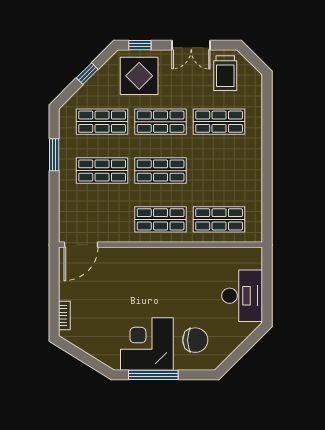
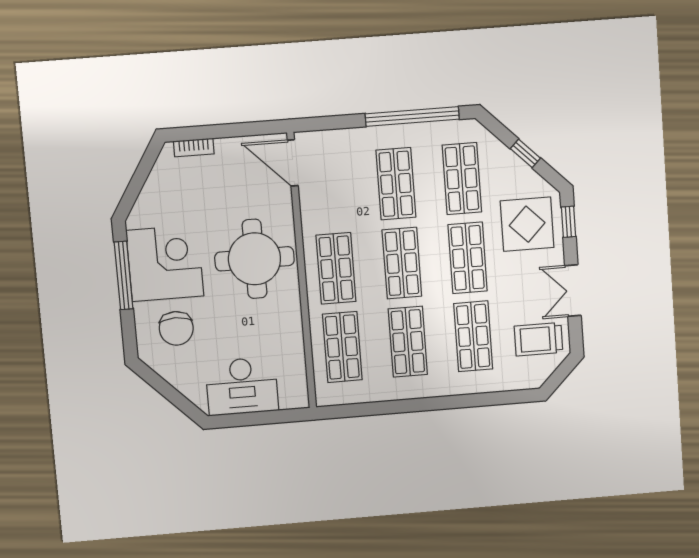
window: (54, 155) -> (412, 117), width x2.11
shop shelf: (219, 171) -> (408, 342), added
round table: (149, 278) -> (254, 259), added

